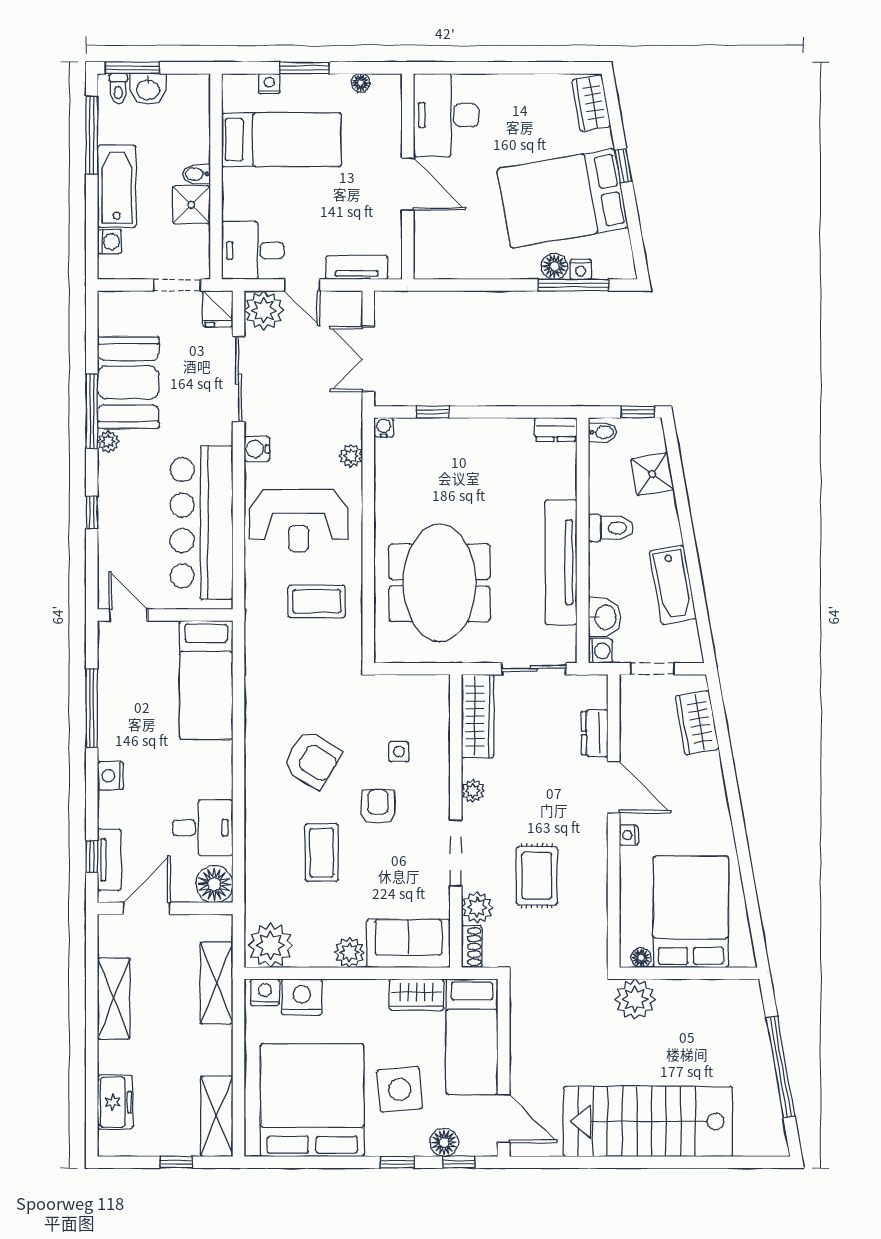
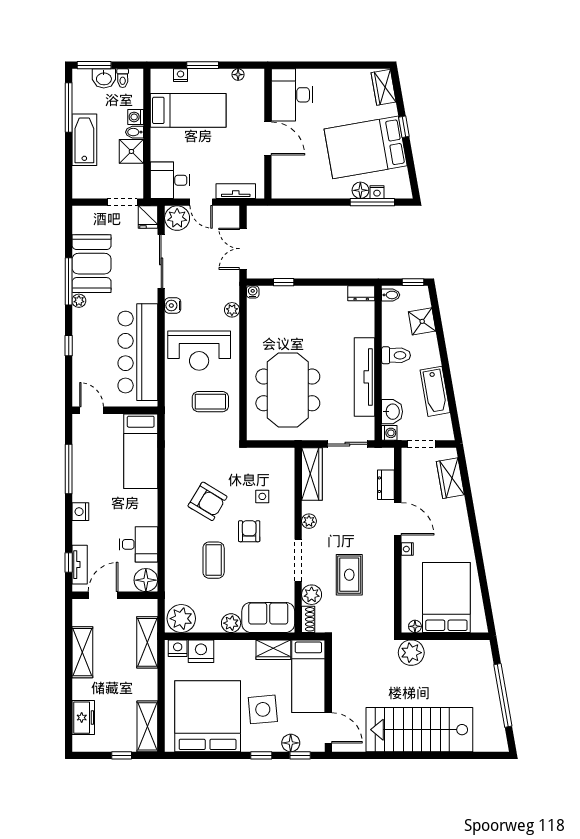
toilet: (118, 89) -> (123, 78), moved
washing machine: (110, 242) -> (136, 117), moved, turned 180

